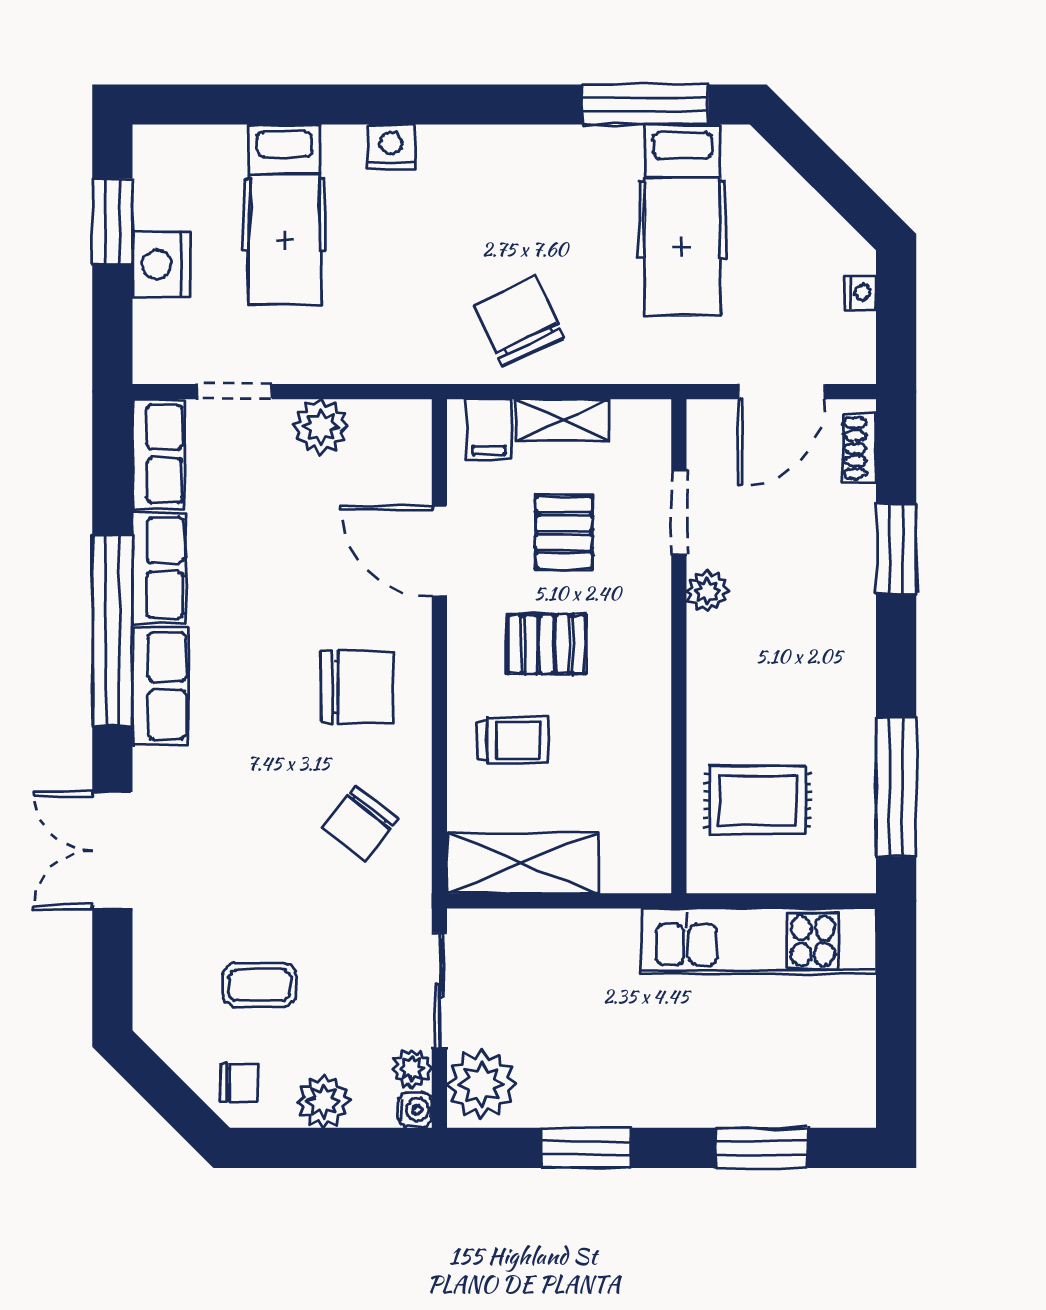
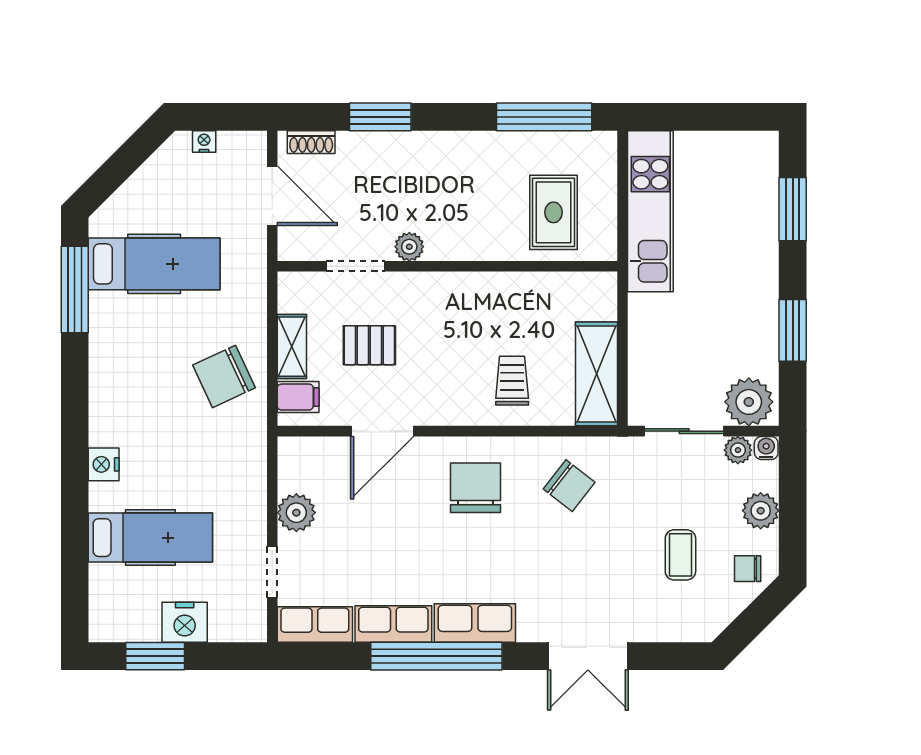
pallet: (547, 644) -> (446, 357), removed
chair: (240, 1083) -> (748, 569), turned -90

